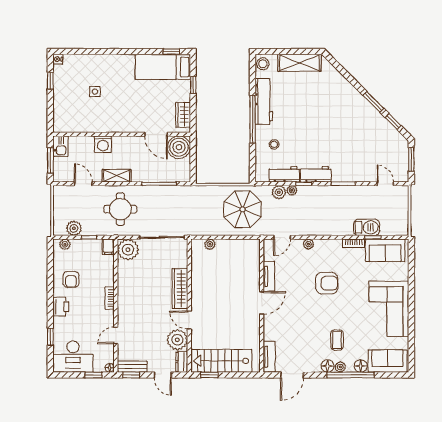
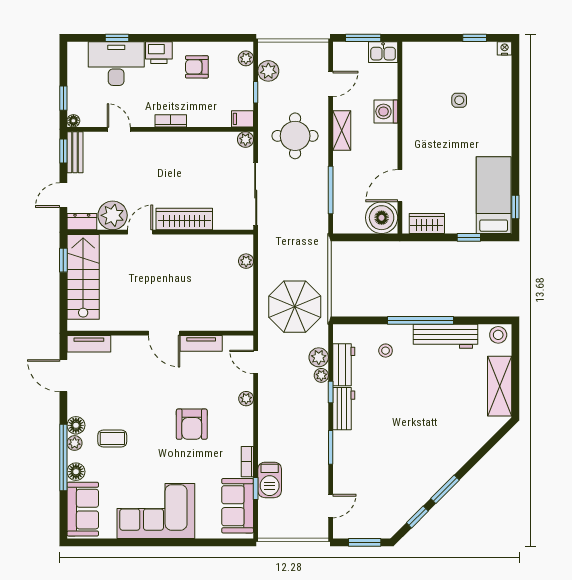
plant: (128, 250) -> (245, 139), width x0.53, depth x0.53
desk: (73, 357) -> (116, 64), moved, turned 90

